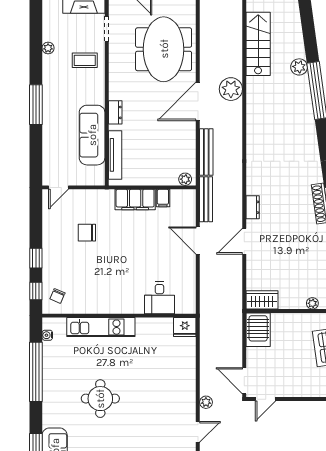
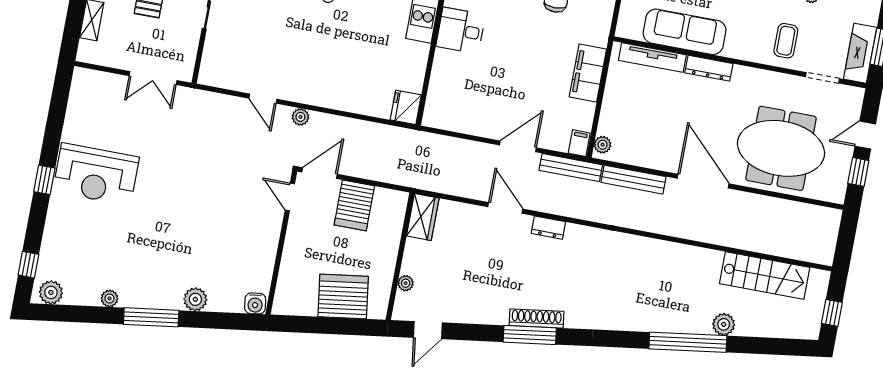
plant: (231, 89) -> (711, 228), removed
dresser: (115, 112) -> (709, 68), width x1.44
filing cabinet: (163, 198) -> (579, 143), moved, turned 90
desk: (159, 298) -> (461, 31), moved
server rack: (258, 330) -> (354, 205), moved, turned -90

